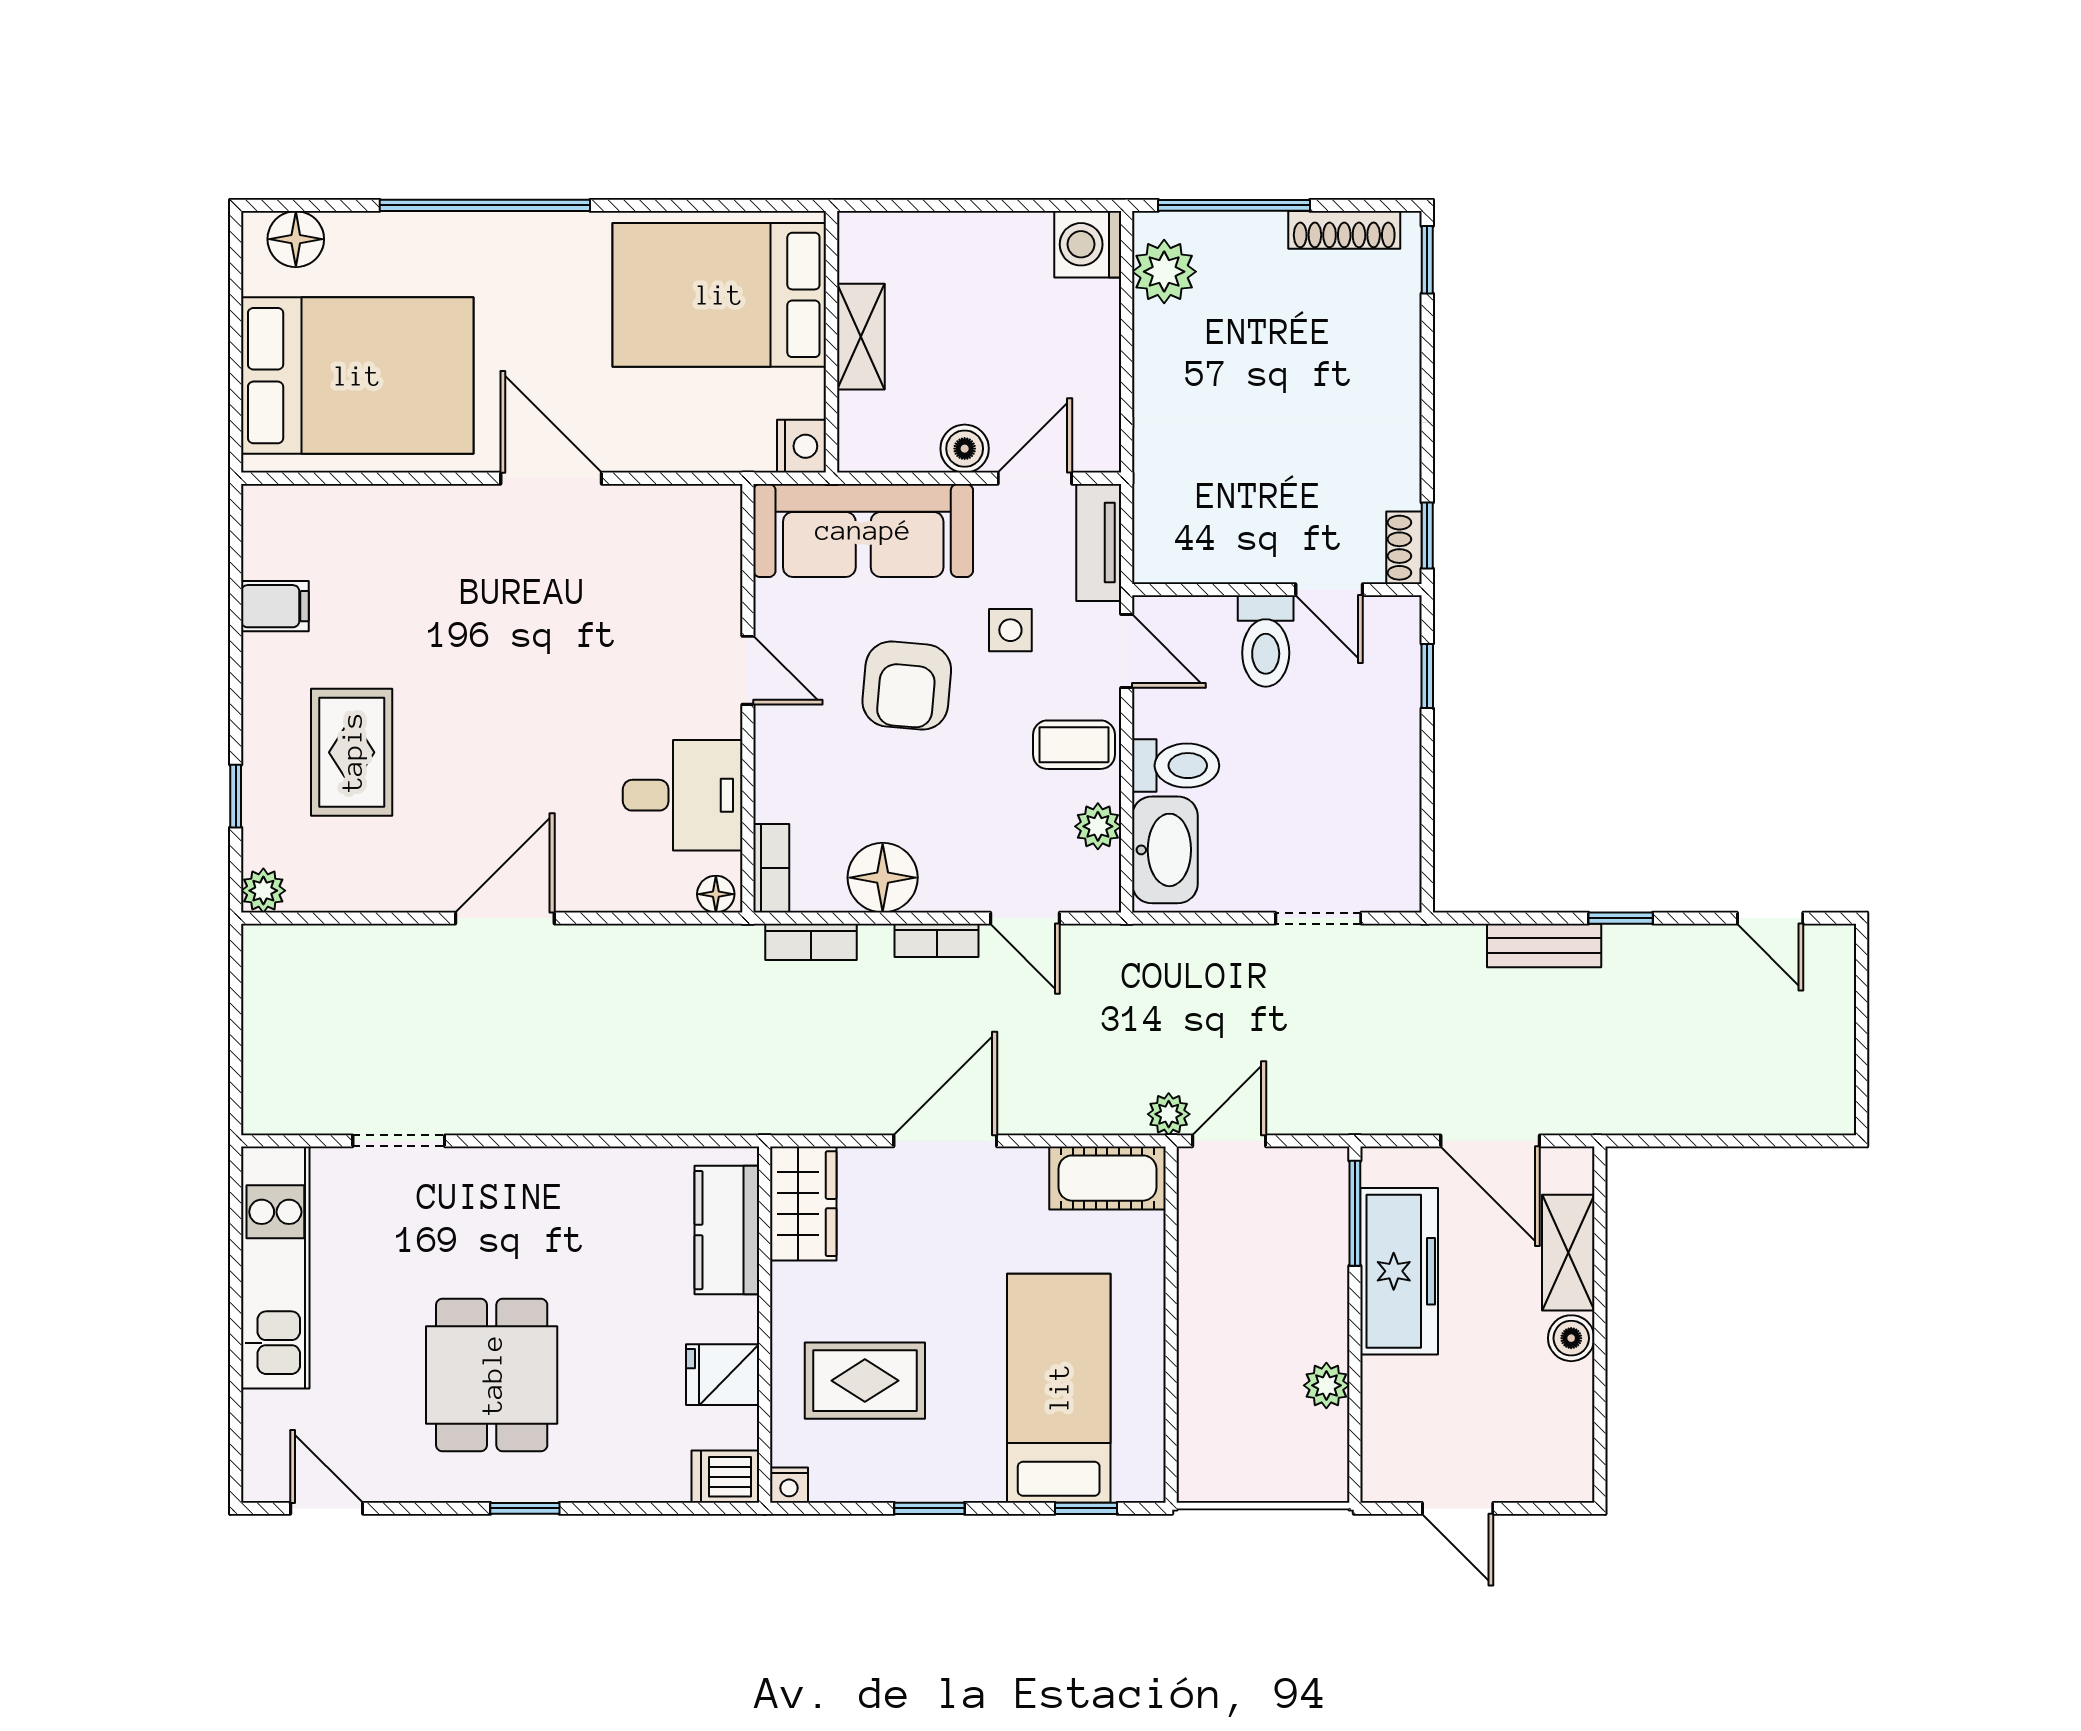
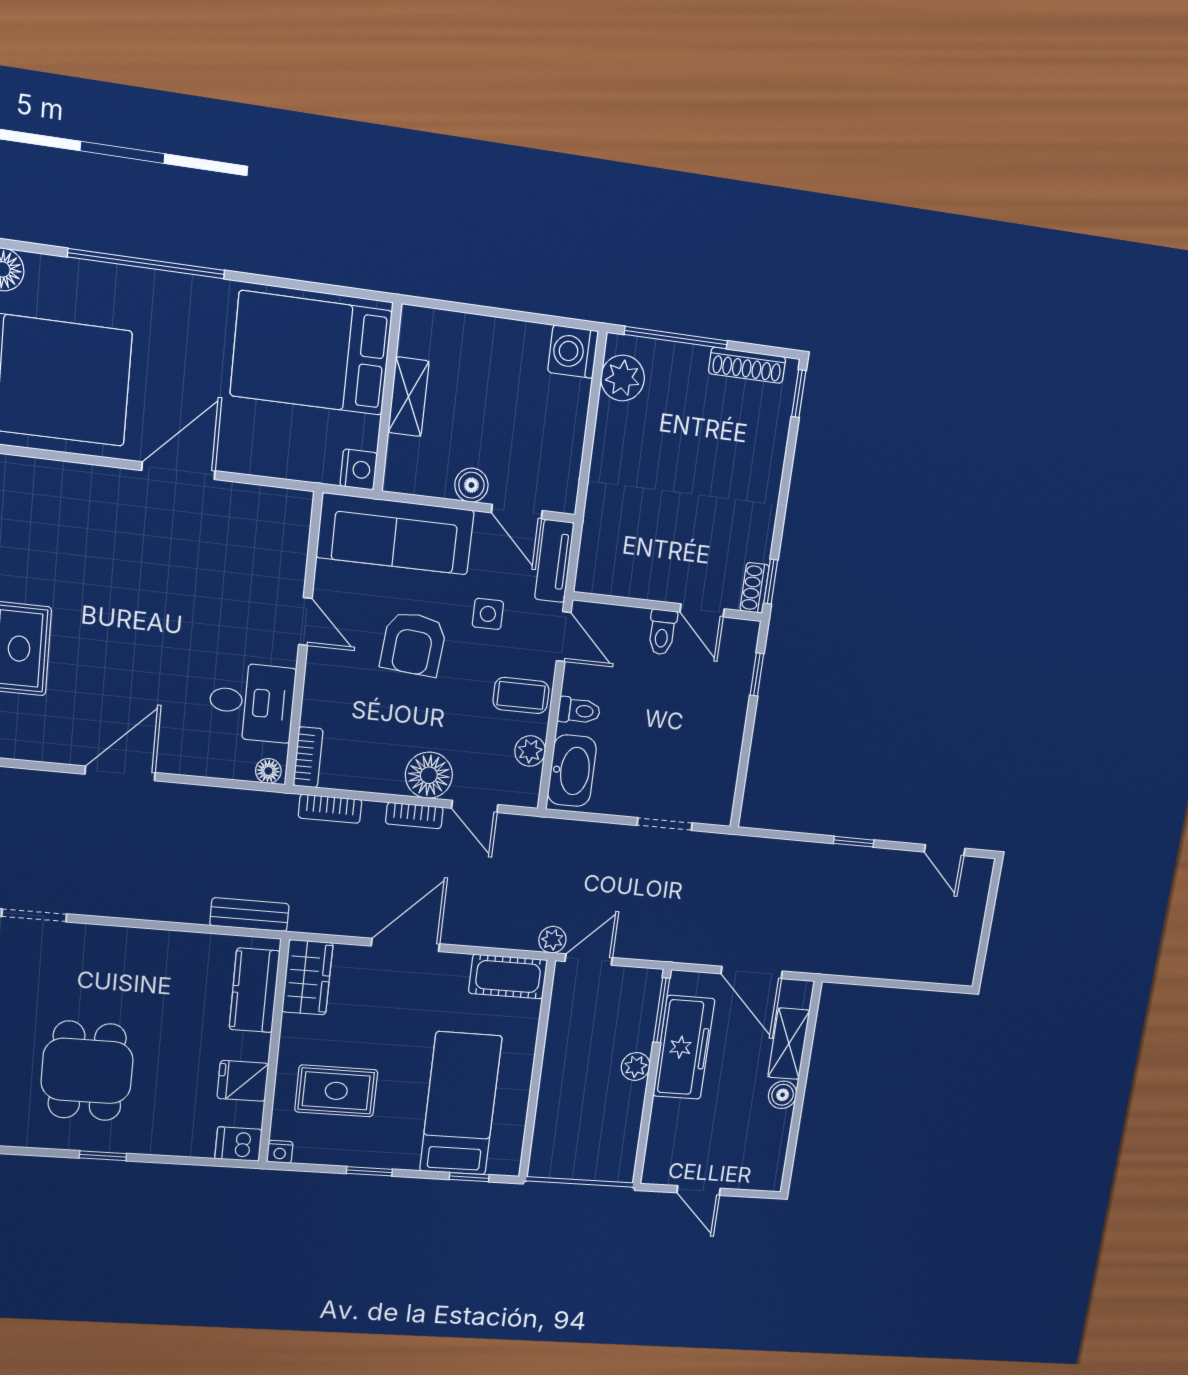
door: (551, 478) -> (178, 471), hinge flipped
door: (1035, 478) -> (517, 512), swing flipped
toilet: (1266, 641) -> (662, 632), width x0.73, depth x0.72
toilet: (1176, 766) -> (579, 711), width x0.73, depth x0.72
floor lamp: (883, 878) -> (429, 775), moved
bench: (1544, 945) -> (249, 915), moved
plant: (1326, 1385) -> (636, 1067), moved

